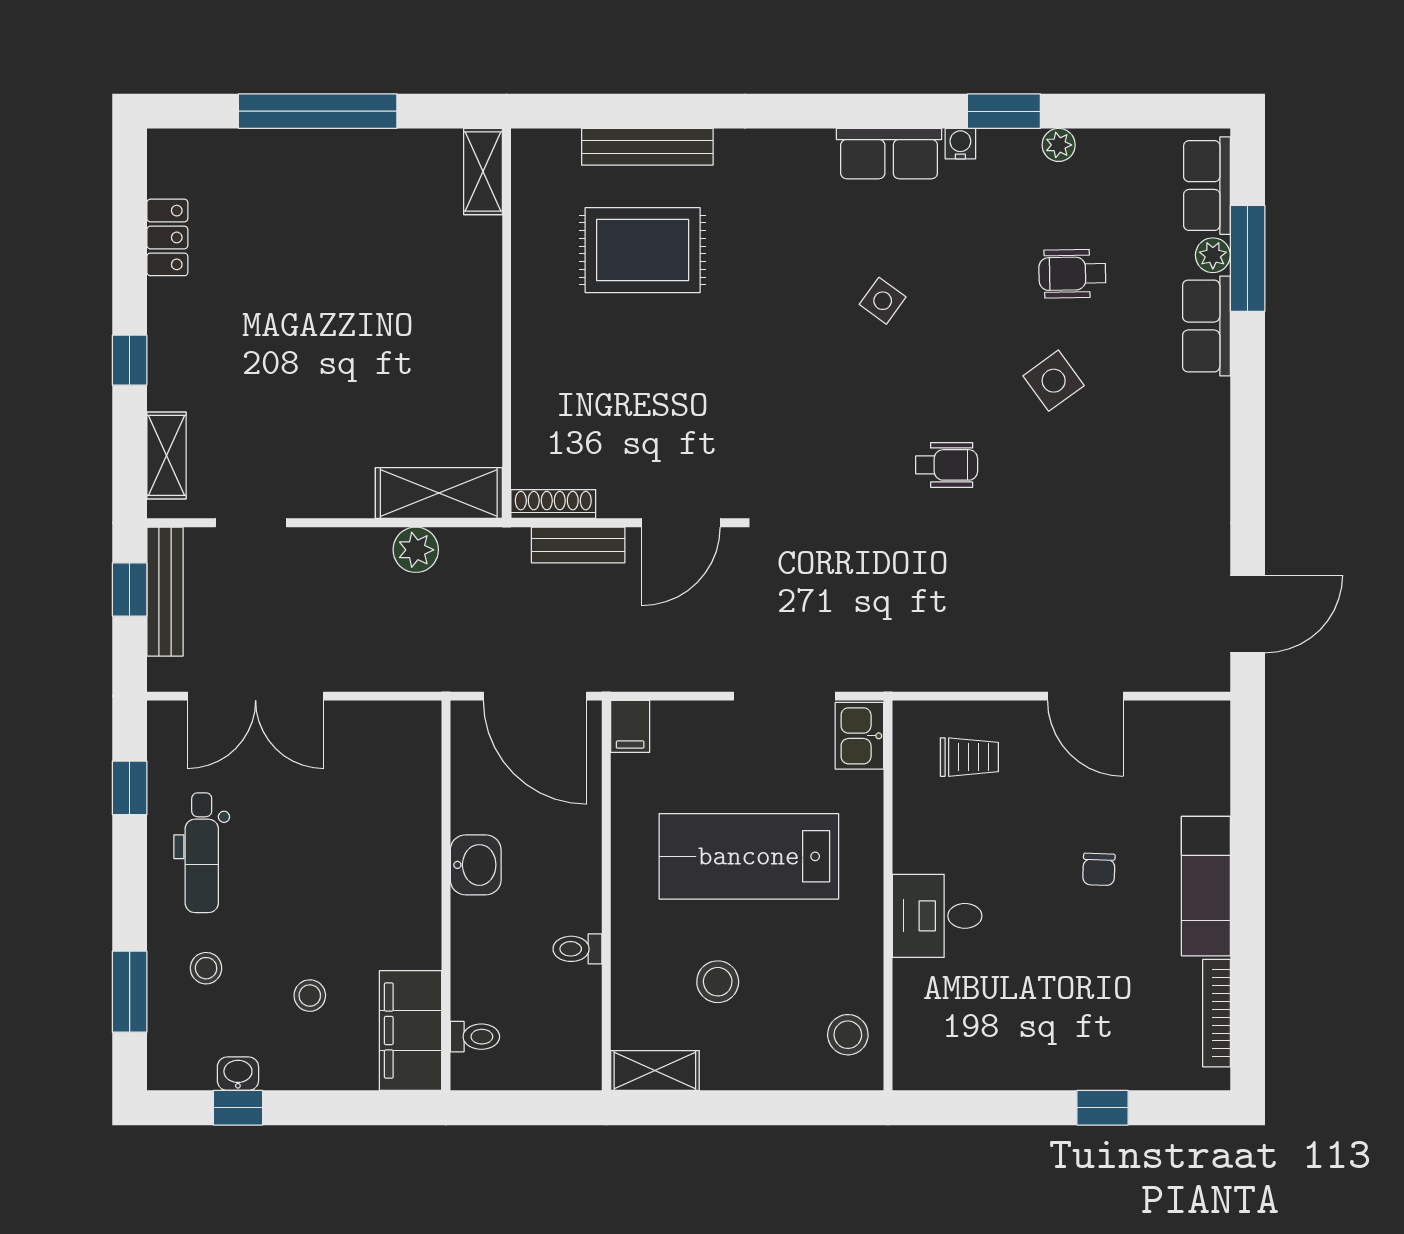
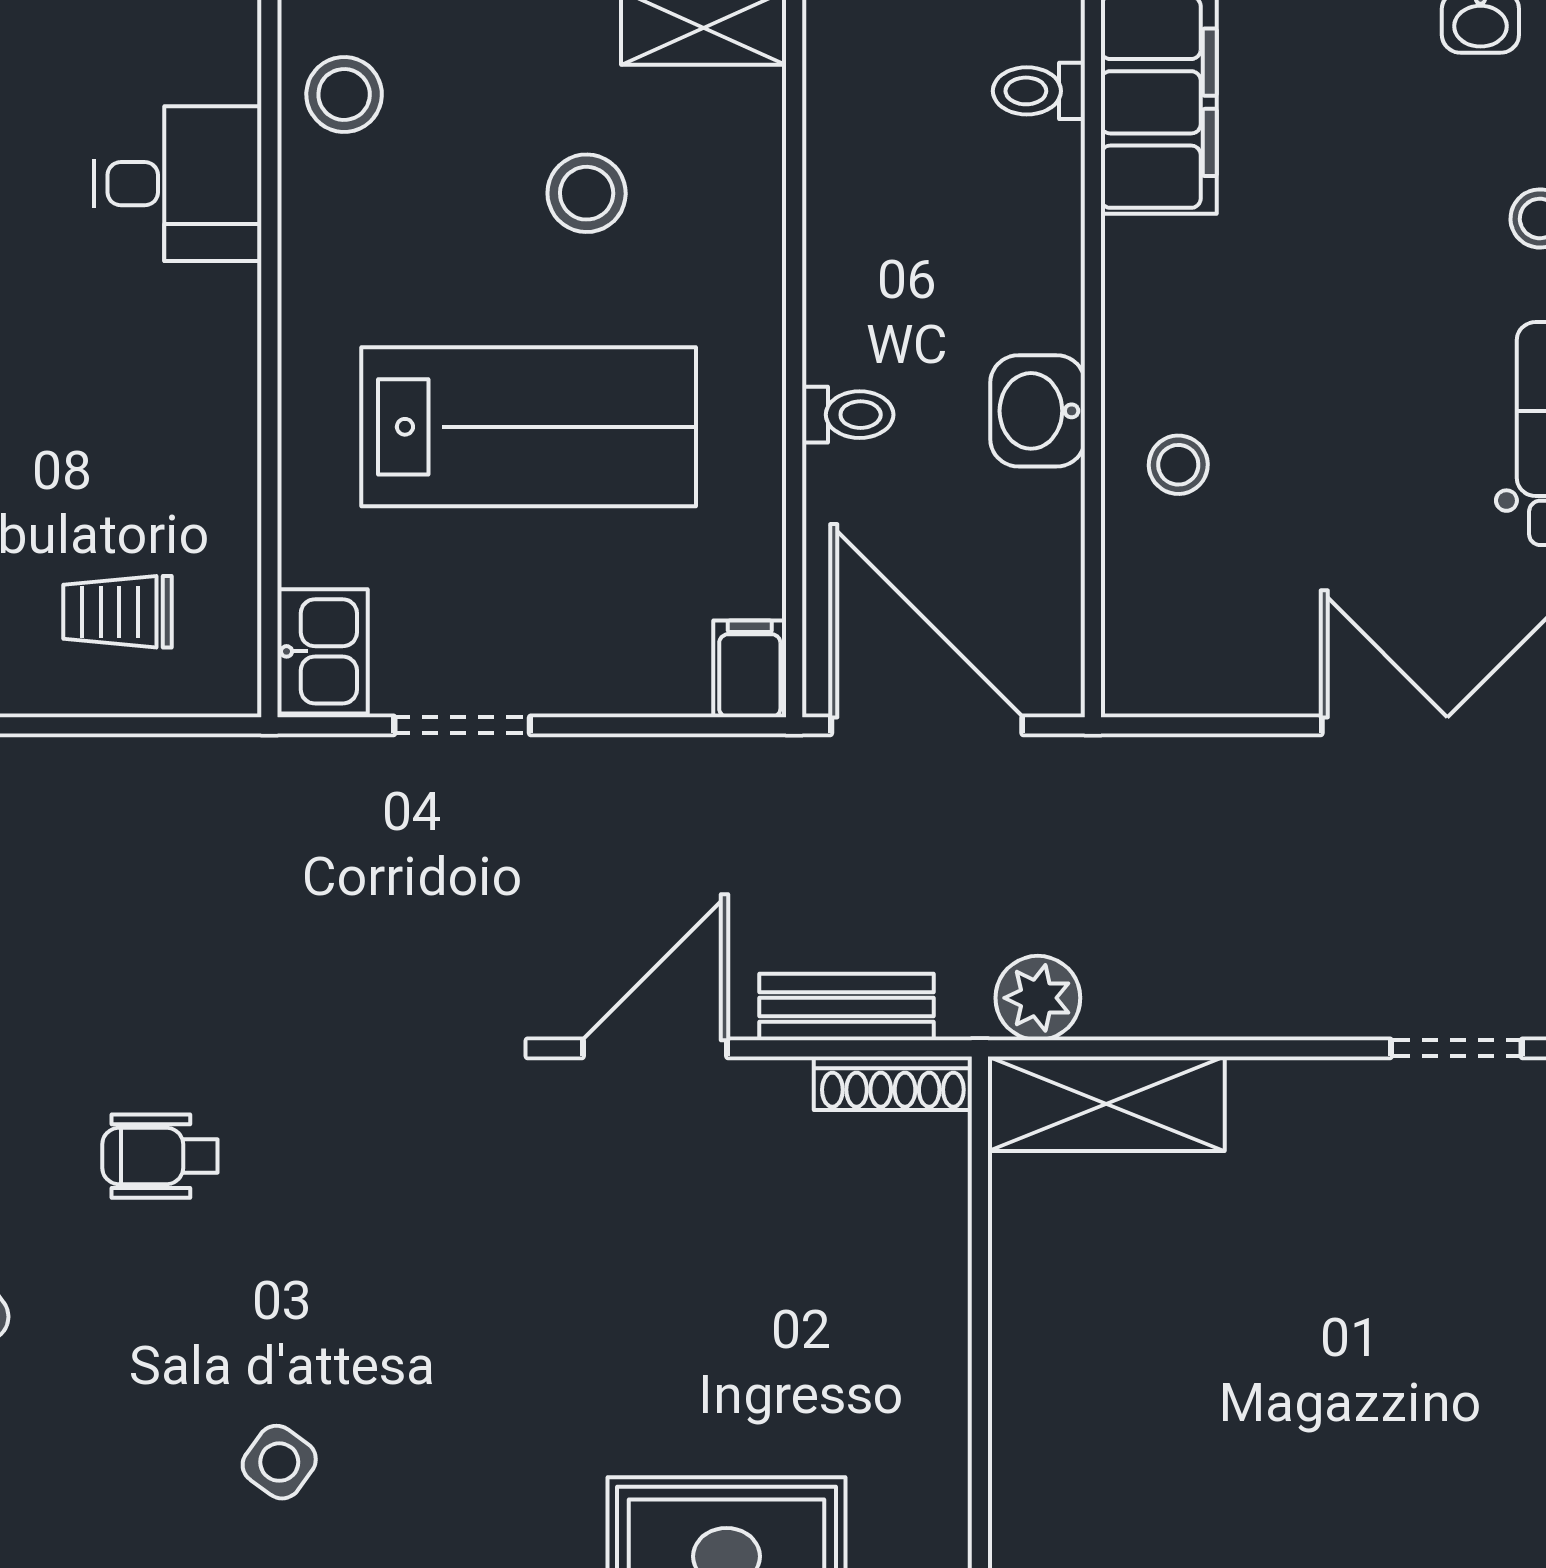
plant: (416, 550) -> (1038, 998), moved
doorway: (784, 696) -> (462, 725), width x0.73
desk: (937, 916) -> (178, 184), moved
toilet: (577, 949) -> (848, 415), moved
stool: (310, 996) -> (1178, 465), moved

